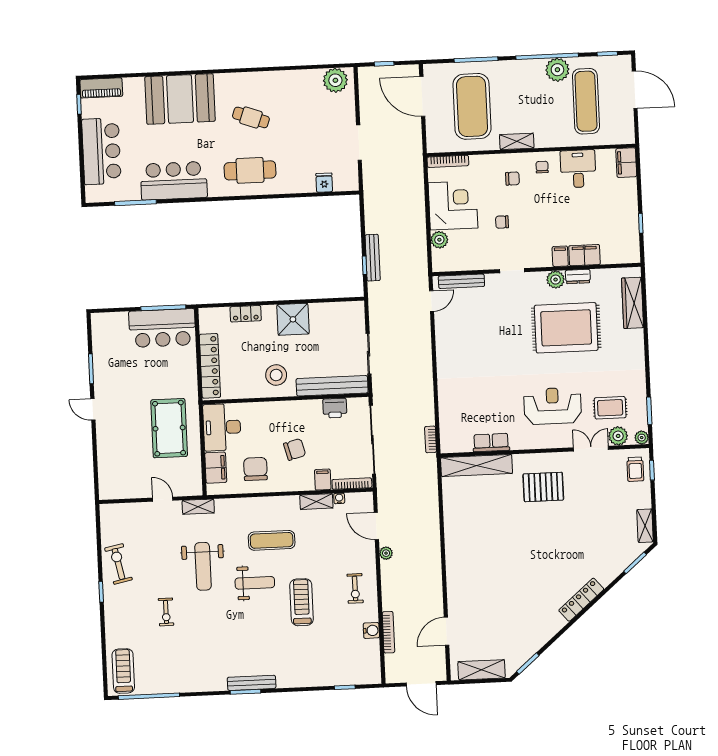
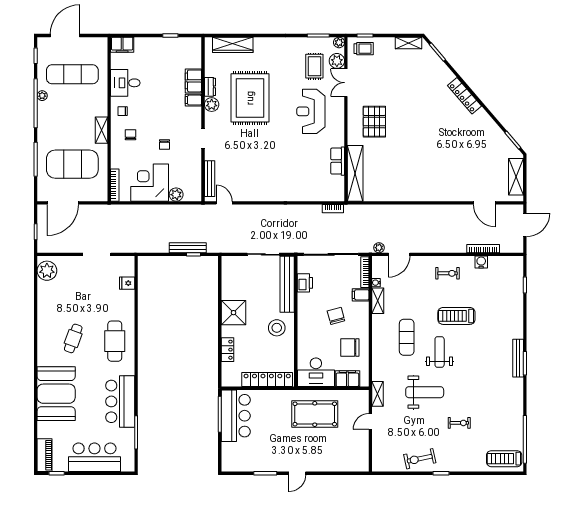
plant: (557, 70) -> (42, 96), width x0.53, depth x0.53
plant: (386, 553) -> (379, 248), moved

